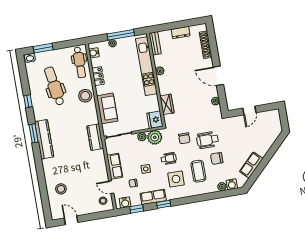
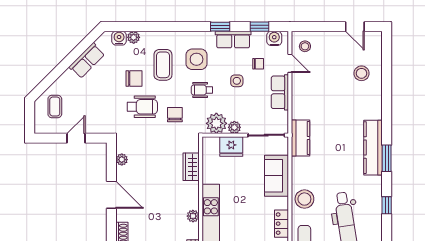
fridge: (155, 120) -> (231, 147), moved, turned 90
coffee table: (268, 130) -> (55, 107), added

